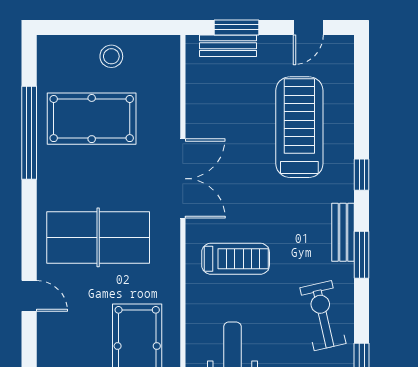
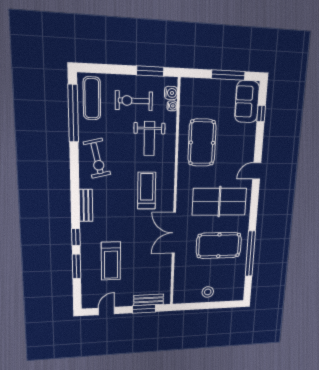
pool table: (92, 119) -> (219, 245), moved
treadmill: (299, 127) -> (111, 261), width x0.73, depth x0.73
window: (362, 255) -> (76, 266), moved
treadmill: (236, 259) -> (147, 191), turned 90
door: (29, 296) -> (257, 171), hinge flipped

